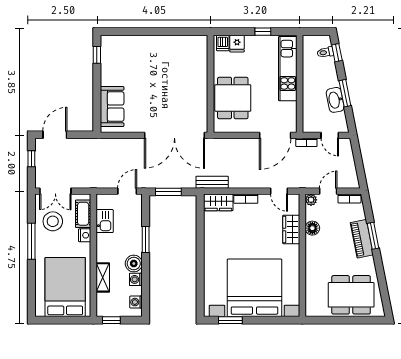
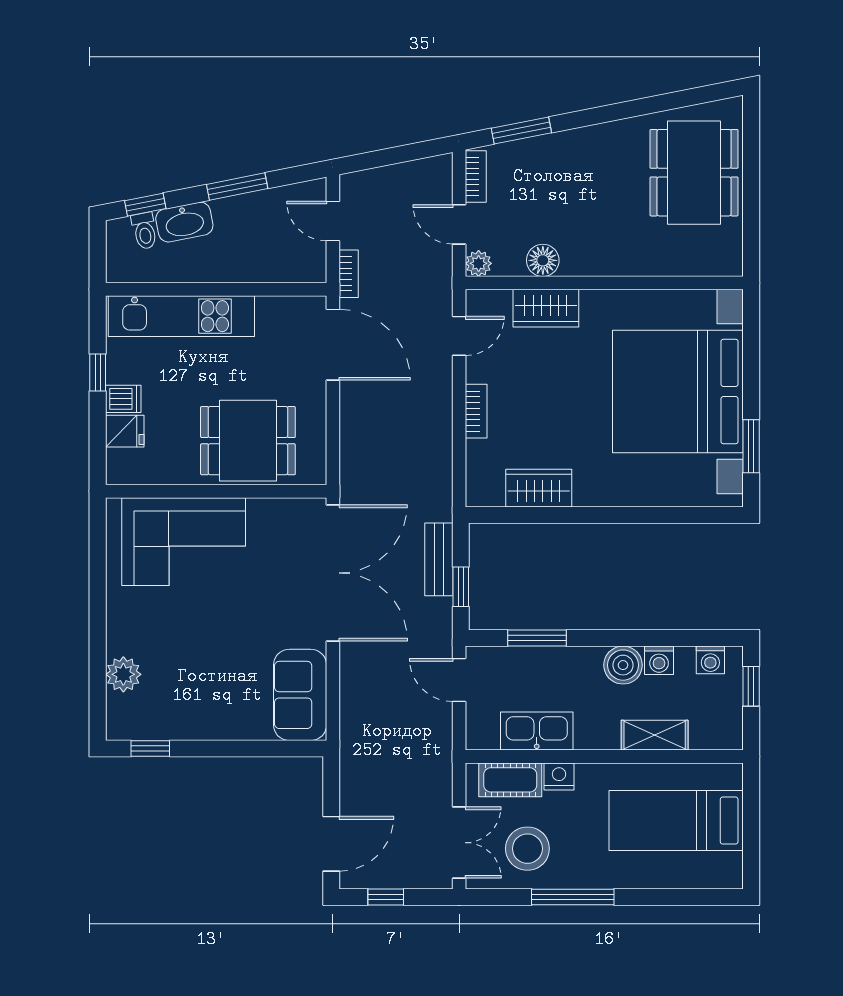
plant: (130, 43) -> (123, 674), added
dishwasher: (223, 43) -> (123, 399), moved
corner sofa: (188, 70) -> (184, 542), added
washbasin: (335, 100) -> (184, 222), moved
sofa: (112, 106) -> (300, 695), moved, turned -90
door: (55, 135) -> (331, 844), swing flipped
door: (330, 135) -> (333, 221), swing flipped
bench: (212, 182) -> (439, 559), moved
window: (168, 192) -> (461, 587), width x0.67
wardrobe: (218, 202) -> (539, 488), moved, turned -90
kitchen sink: (105, 221) -> (537, 731), width x1.38
window: (373, 236) -> (521, 130), moved
piano: (362, 239) -> (567, 148), removed
window: (146, 240) -> (537, 638), moved
bed: (65, 287) -> (676, 821), width x0.67
window: (111, 320) -> (751, 686), moved

